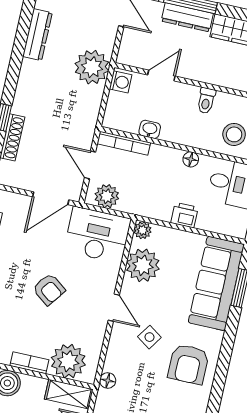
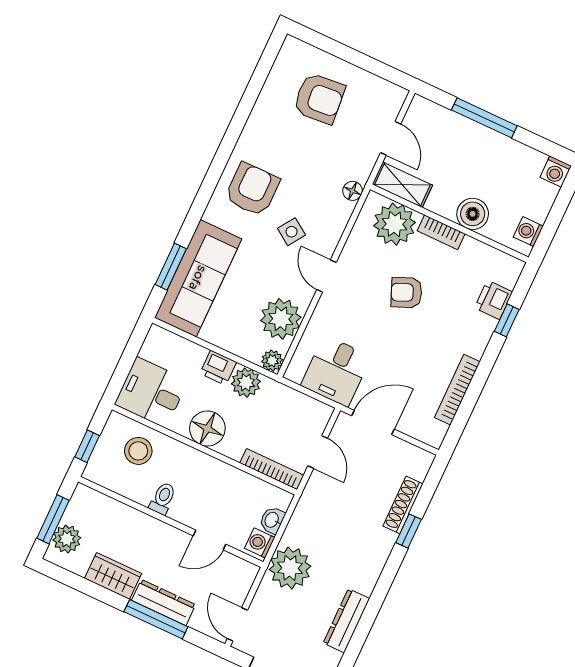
washbasin: (150, 129) -> (272, 520), moved, turned 90
floor lamp: (191, 159) -> (207, 429), width x1.89, depth x1.89
plant: (107, 196) -> (246, 383), moved
desk: (97, 235) -> (336, 371), width x0.73
armchair: (49, 289) -> (406, 292), moved, turned -60

